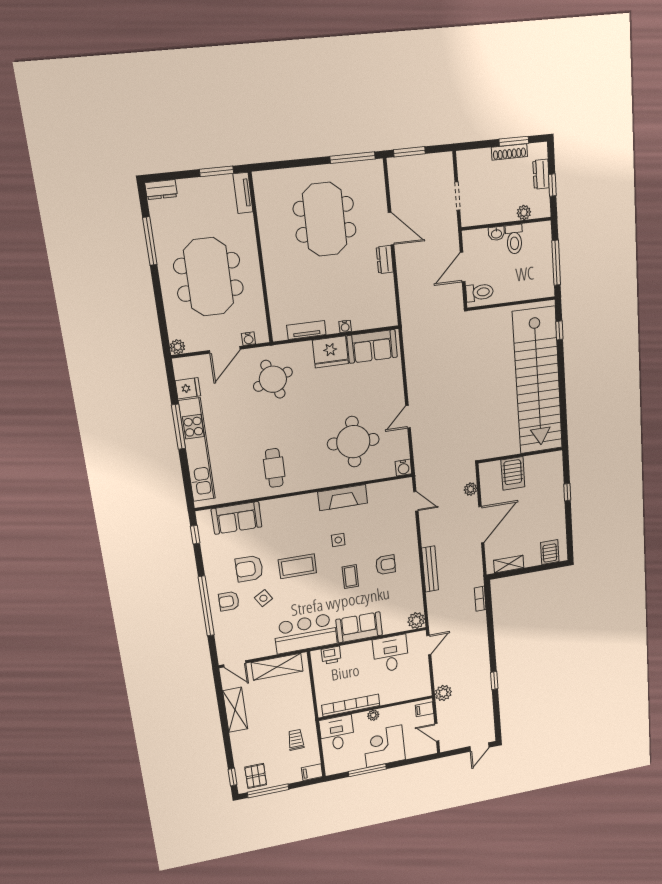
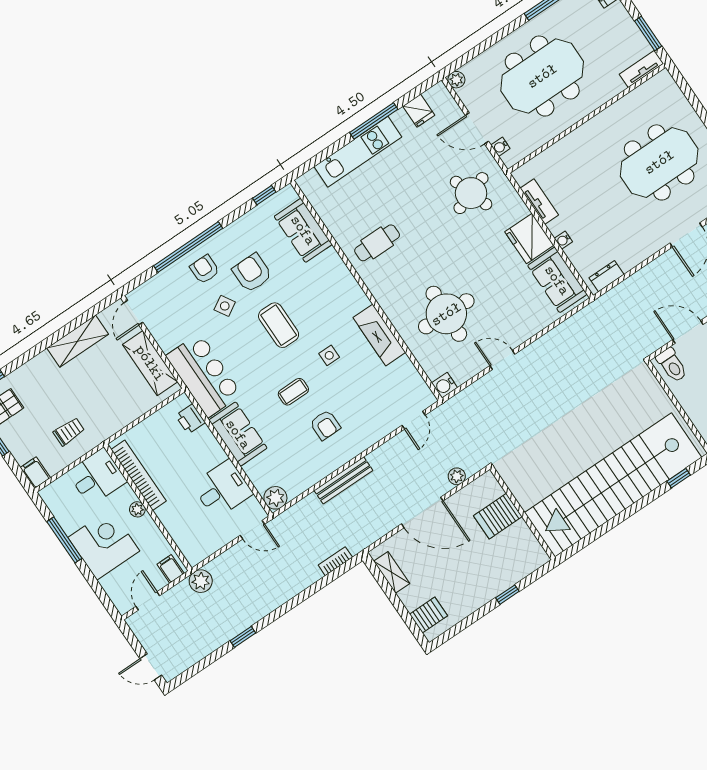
dresser: (385, 260) -> (607, 276), moved
kitchen unit: (197, 450) -> (358, 152), width x0.73

